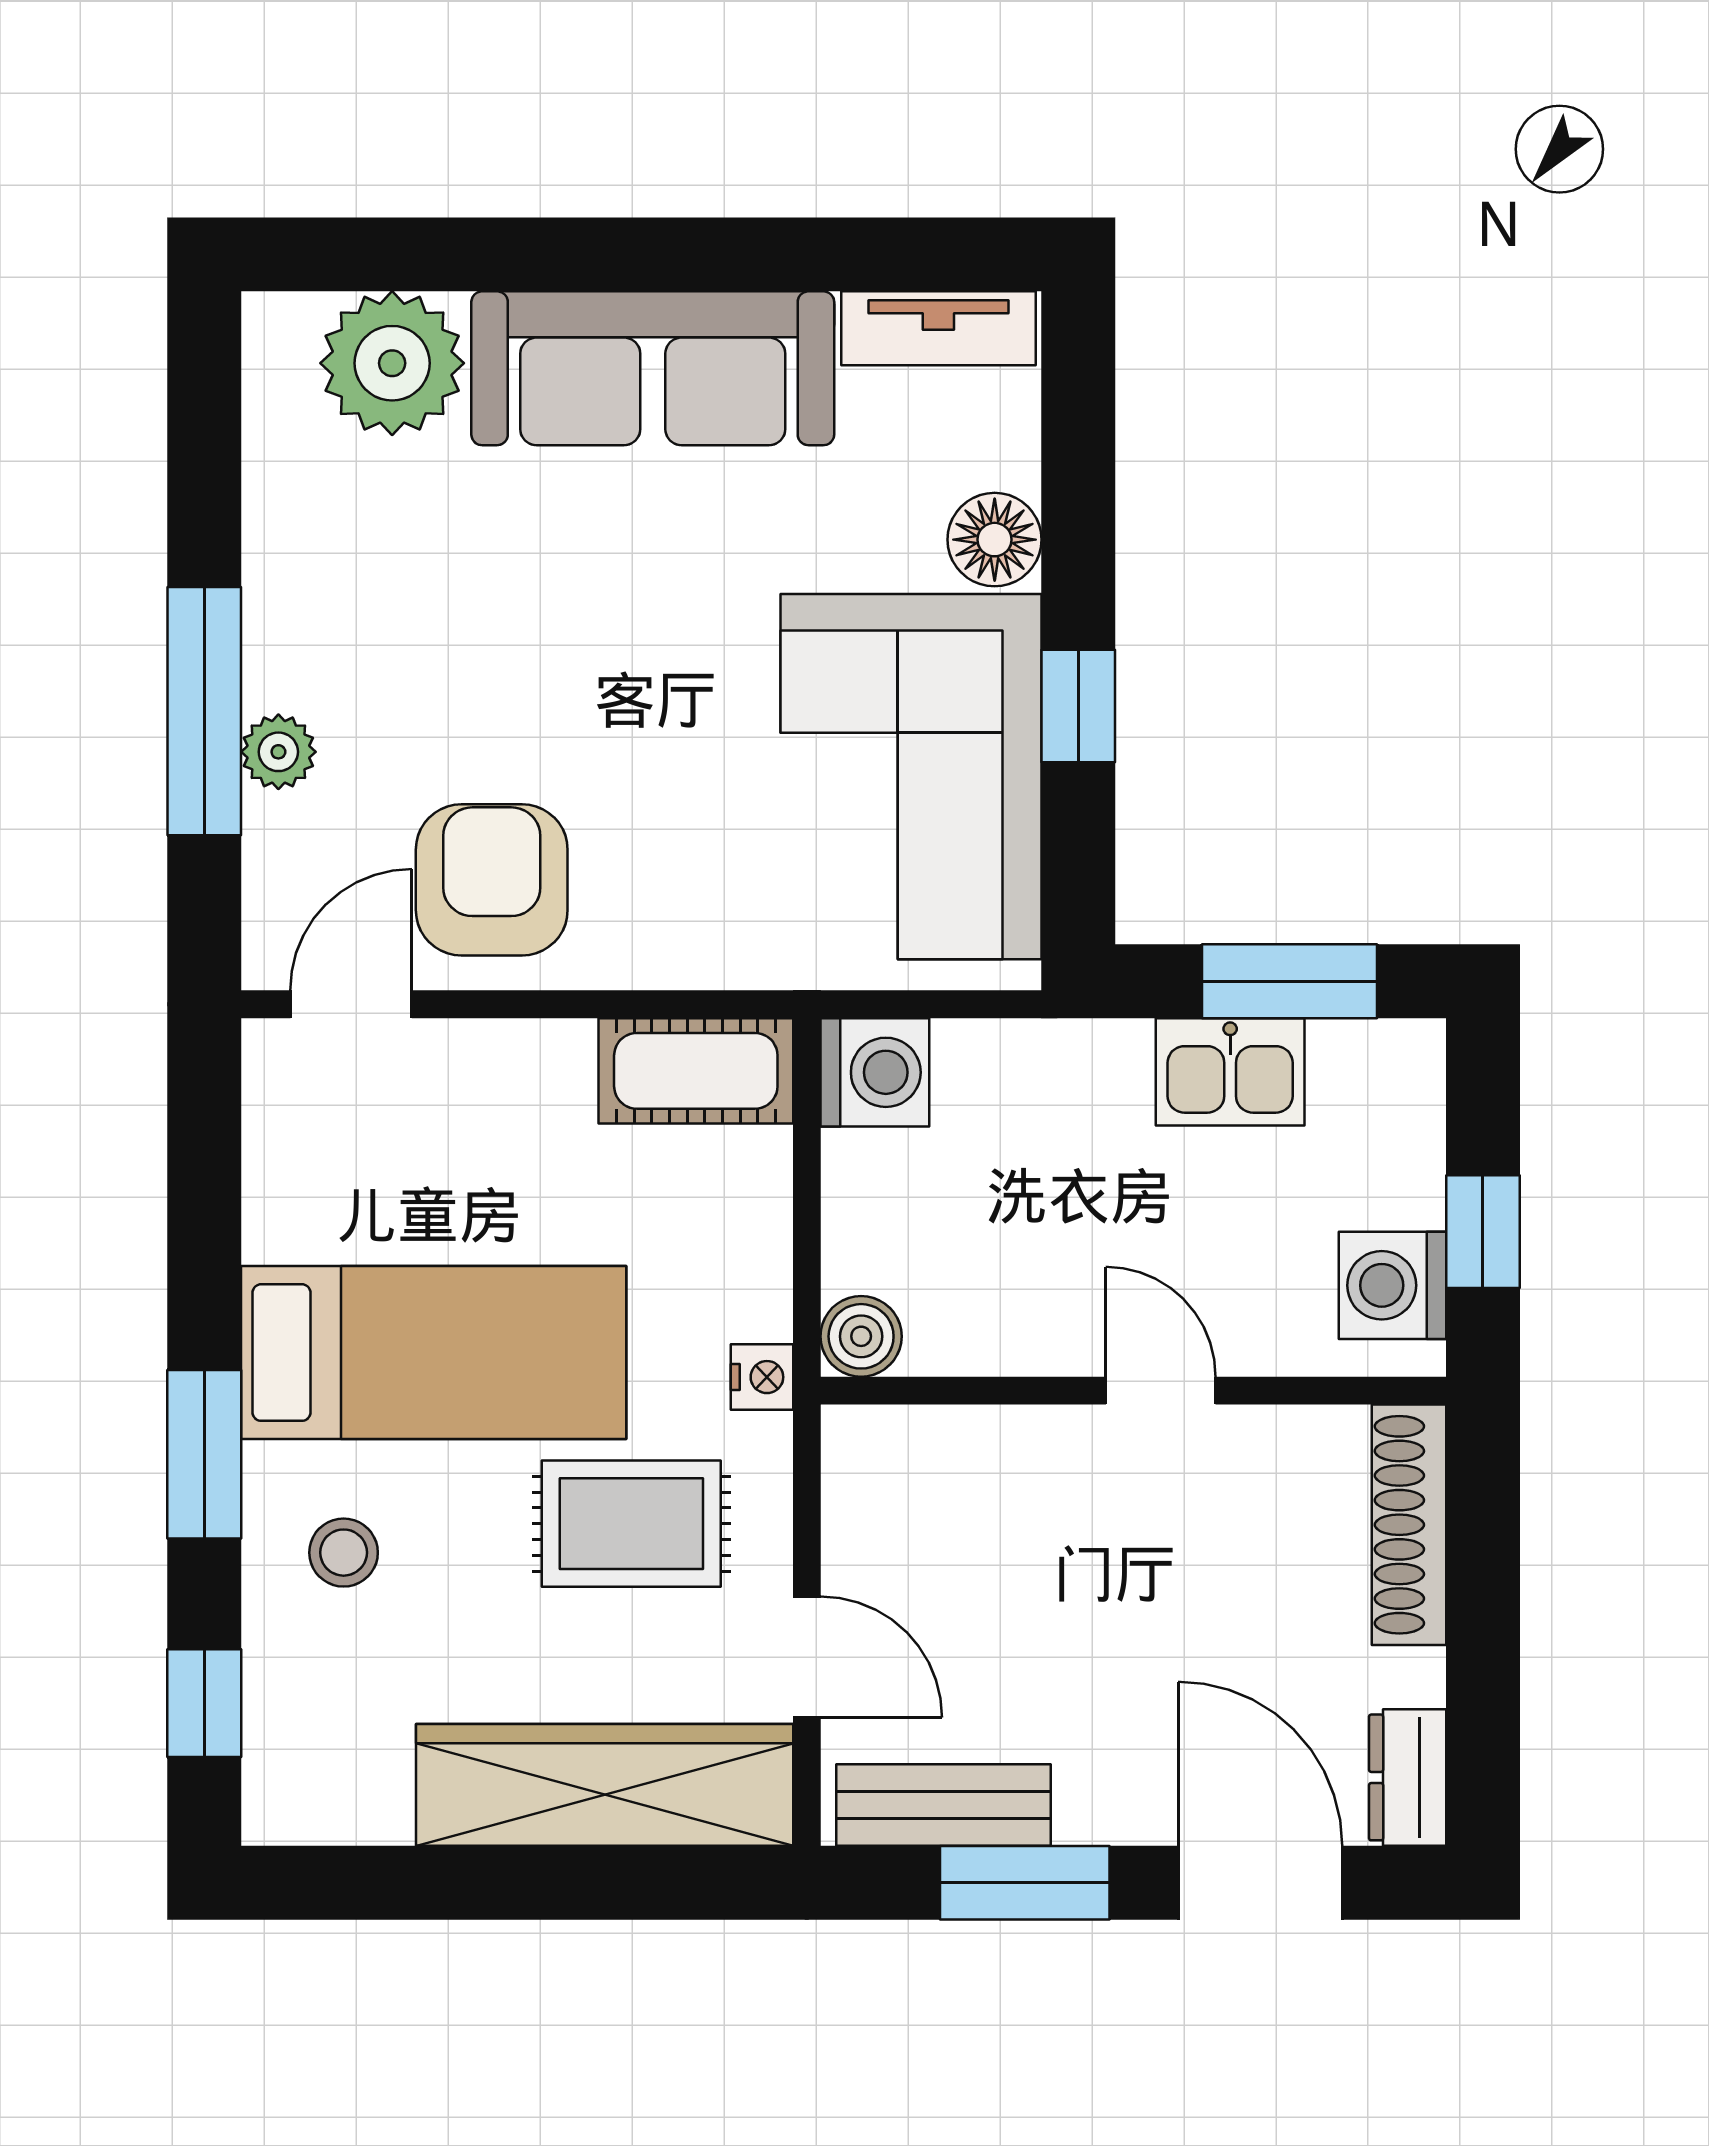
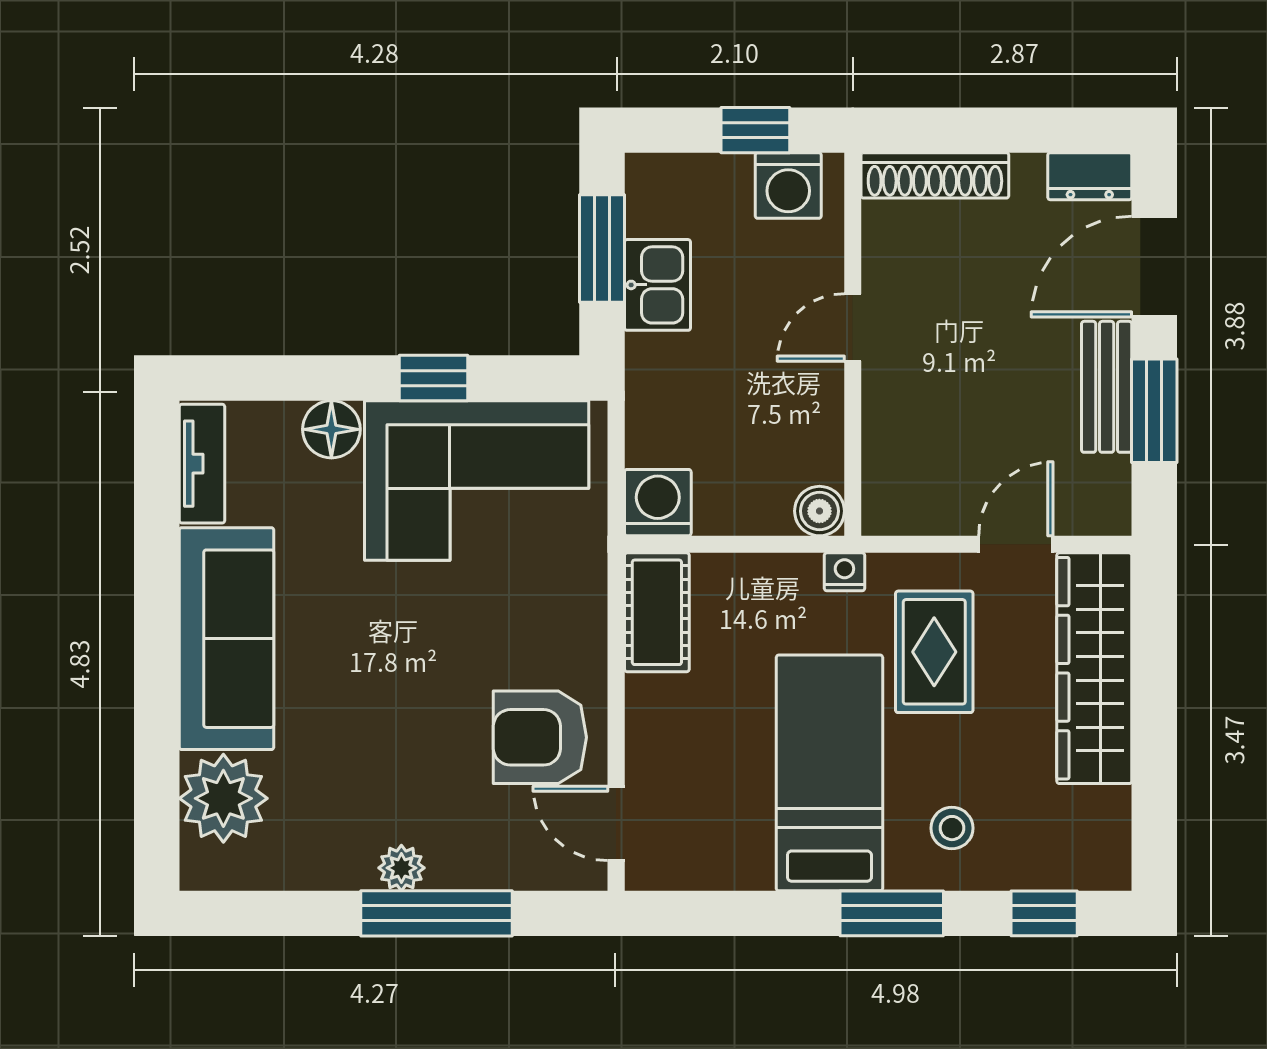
plant: (278, 752) -> (401, 868), moved
bench: (943, 1805) -> (1107, 387), moved

